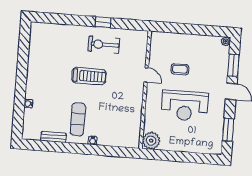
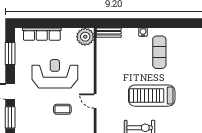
treadmill: (89, 76) -> (152, 96), width x1.37, depth x1.38
bench: (53, 137) -> (109, 33), moved
row of seats: (195, 147) -> (42, 34), added

